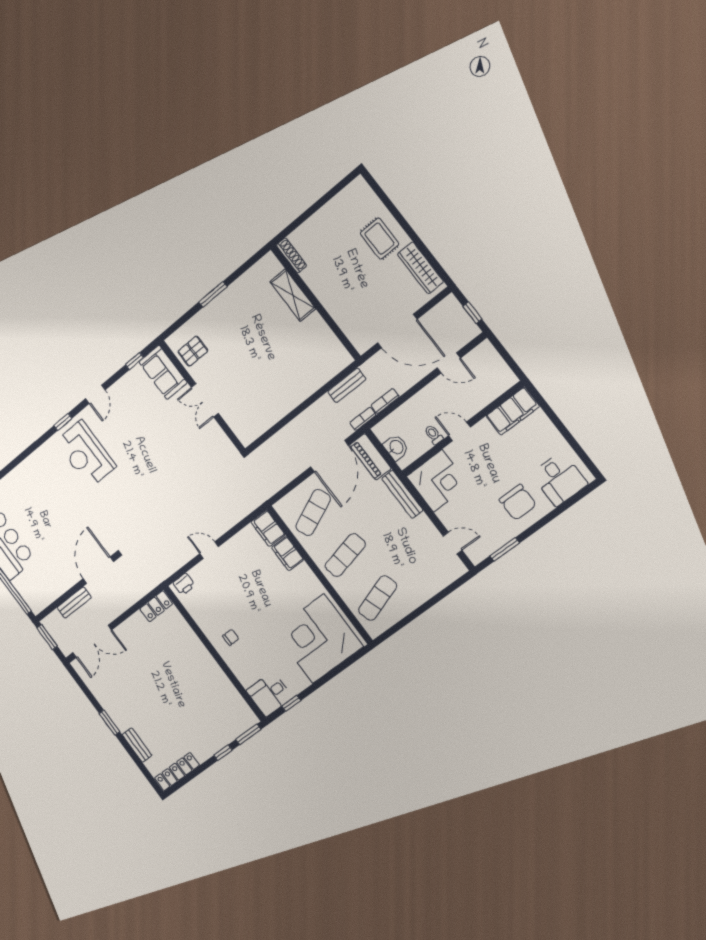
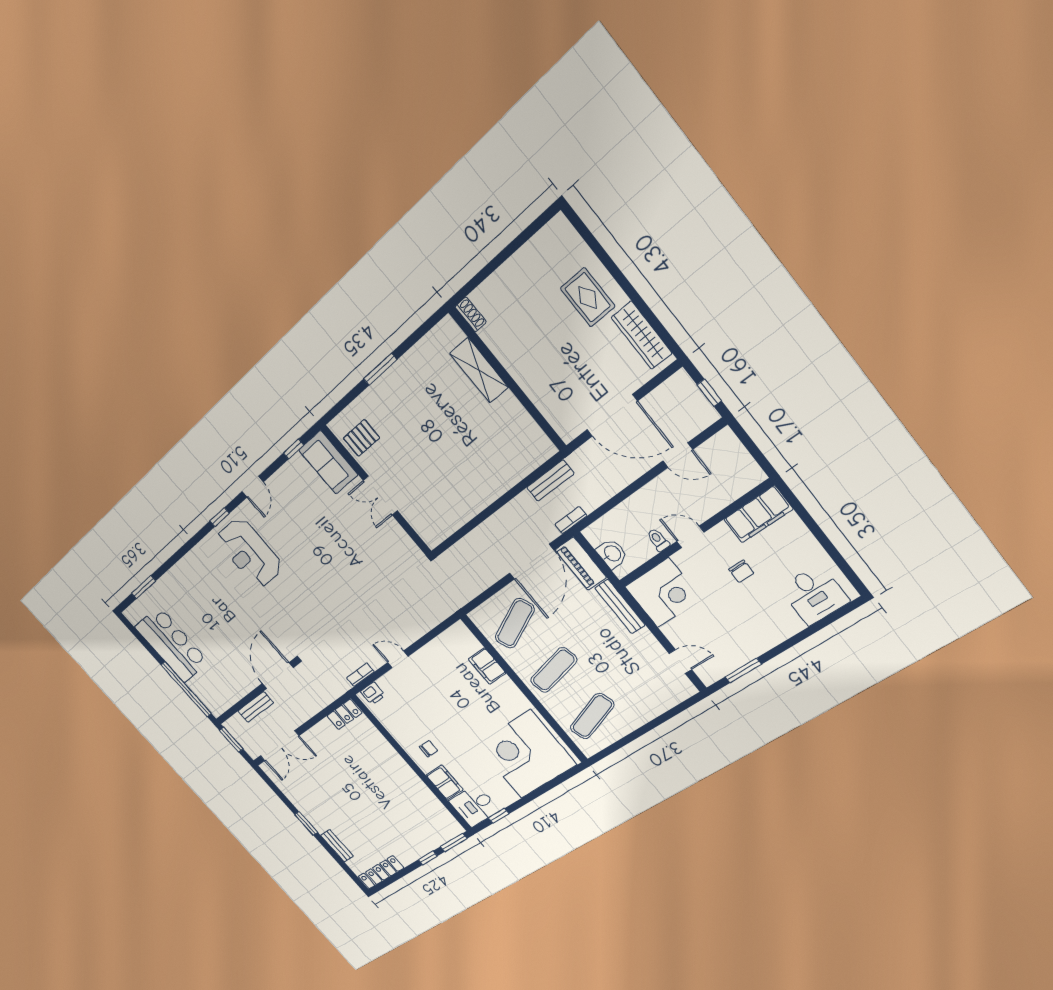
shoe rack: (292, 255) -> (471, 314), width x0.70
bookcase: (385, 401) -> (360, 675), moved
chair: (518, 502) -> (741, 571), moved, width x0.54, depth x0.54
filing cabinet: (268, 528) -> (444, 782), moved, turned 180

